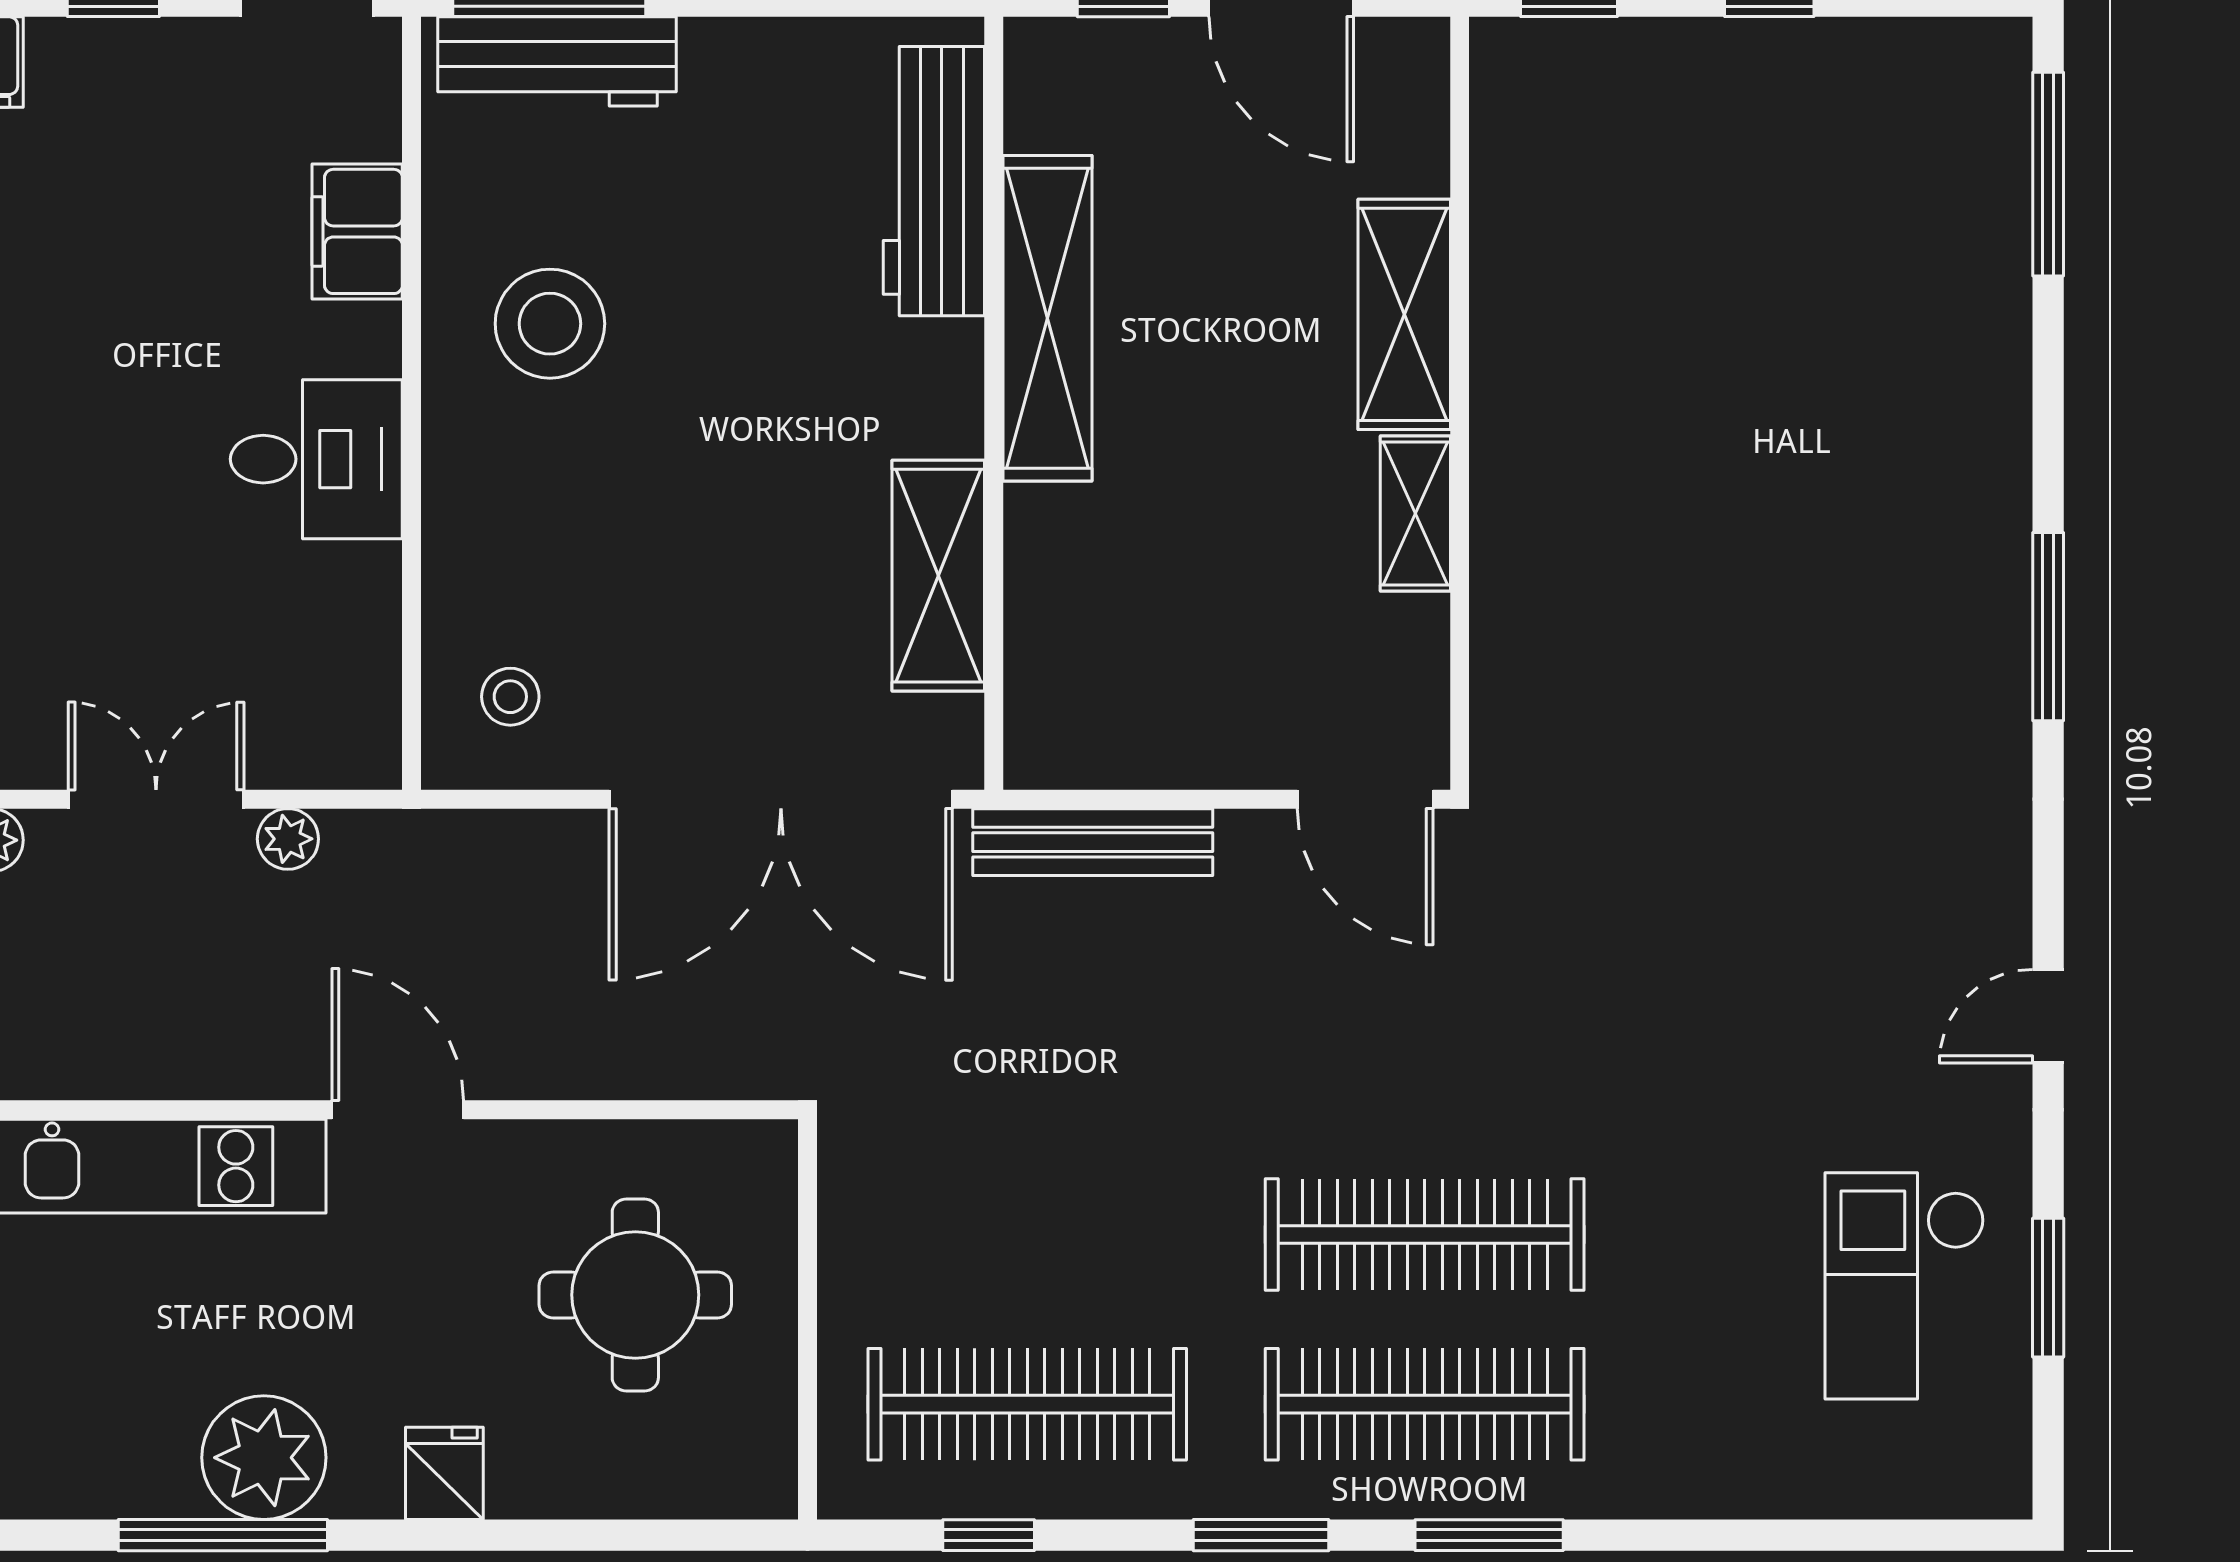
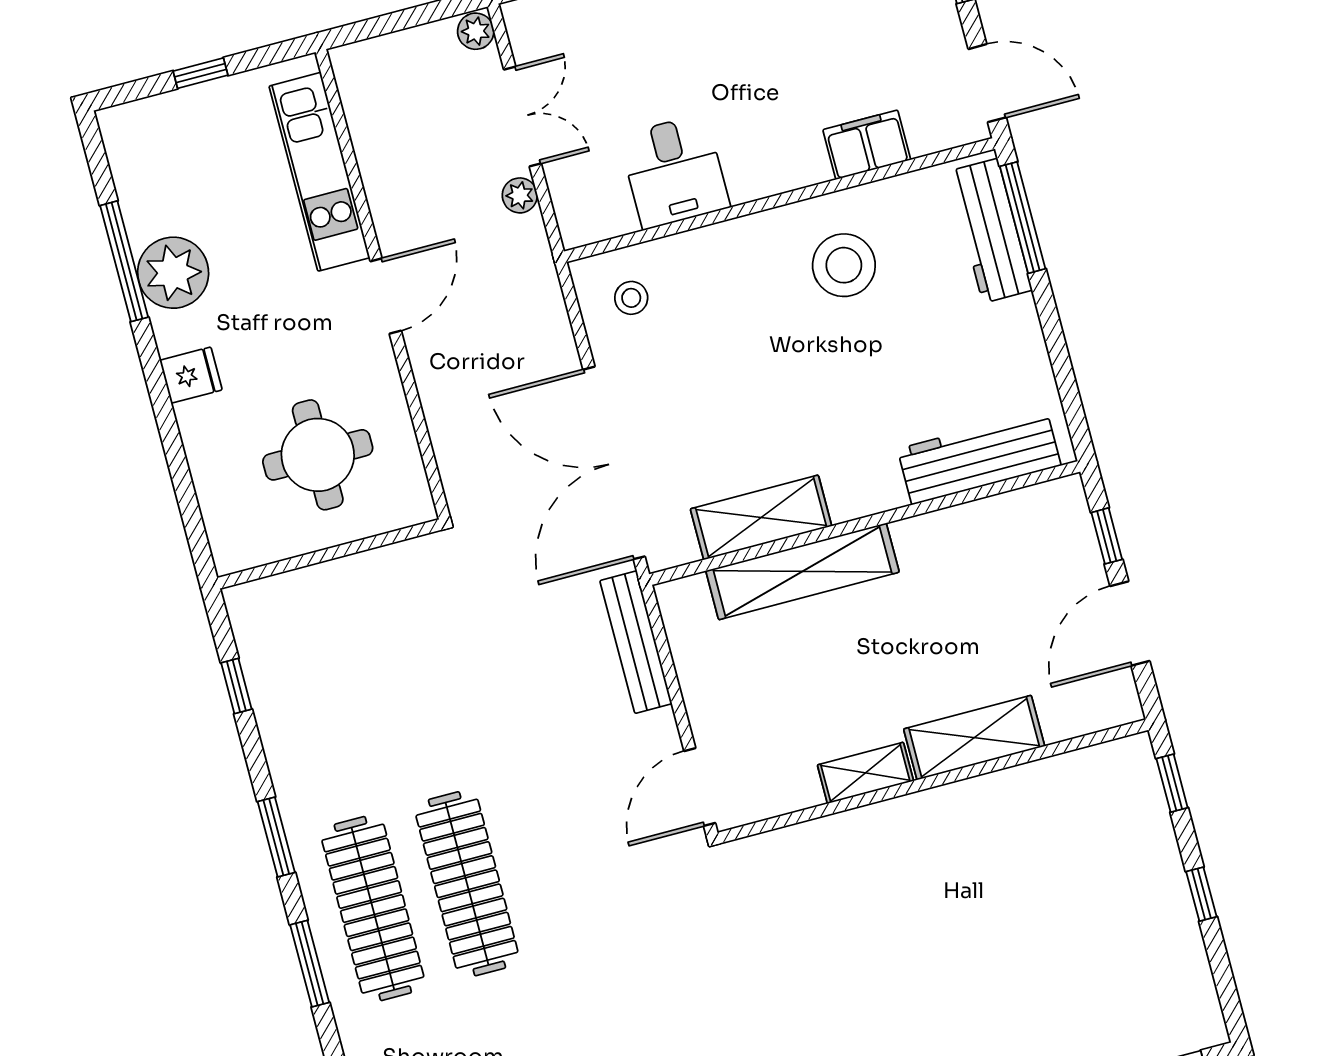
shelving: (1048, 318) -> (802, 571), moved
desk: (316, 459) -> (674, 171), moved
clothes rail: (1027, 1404) -> (315, 688), removed

